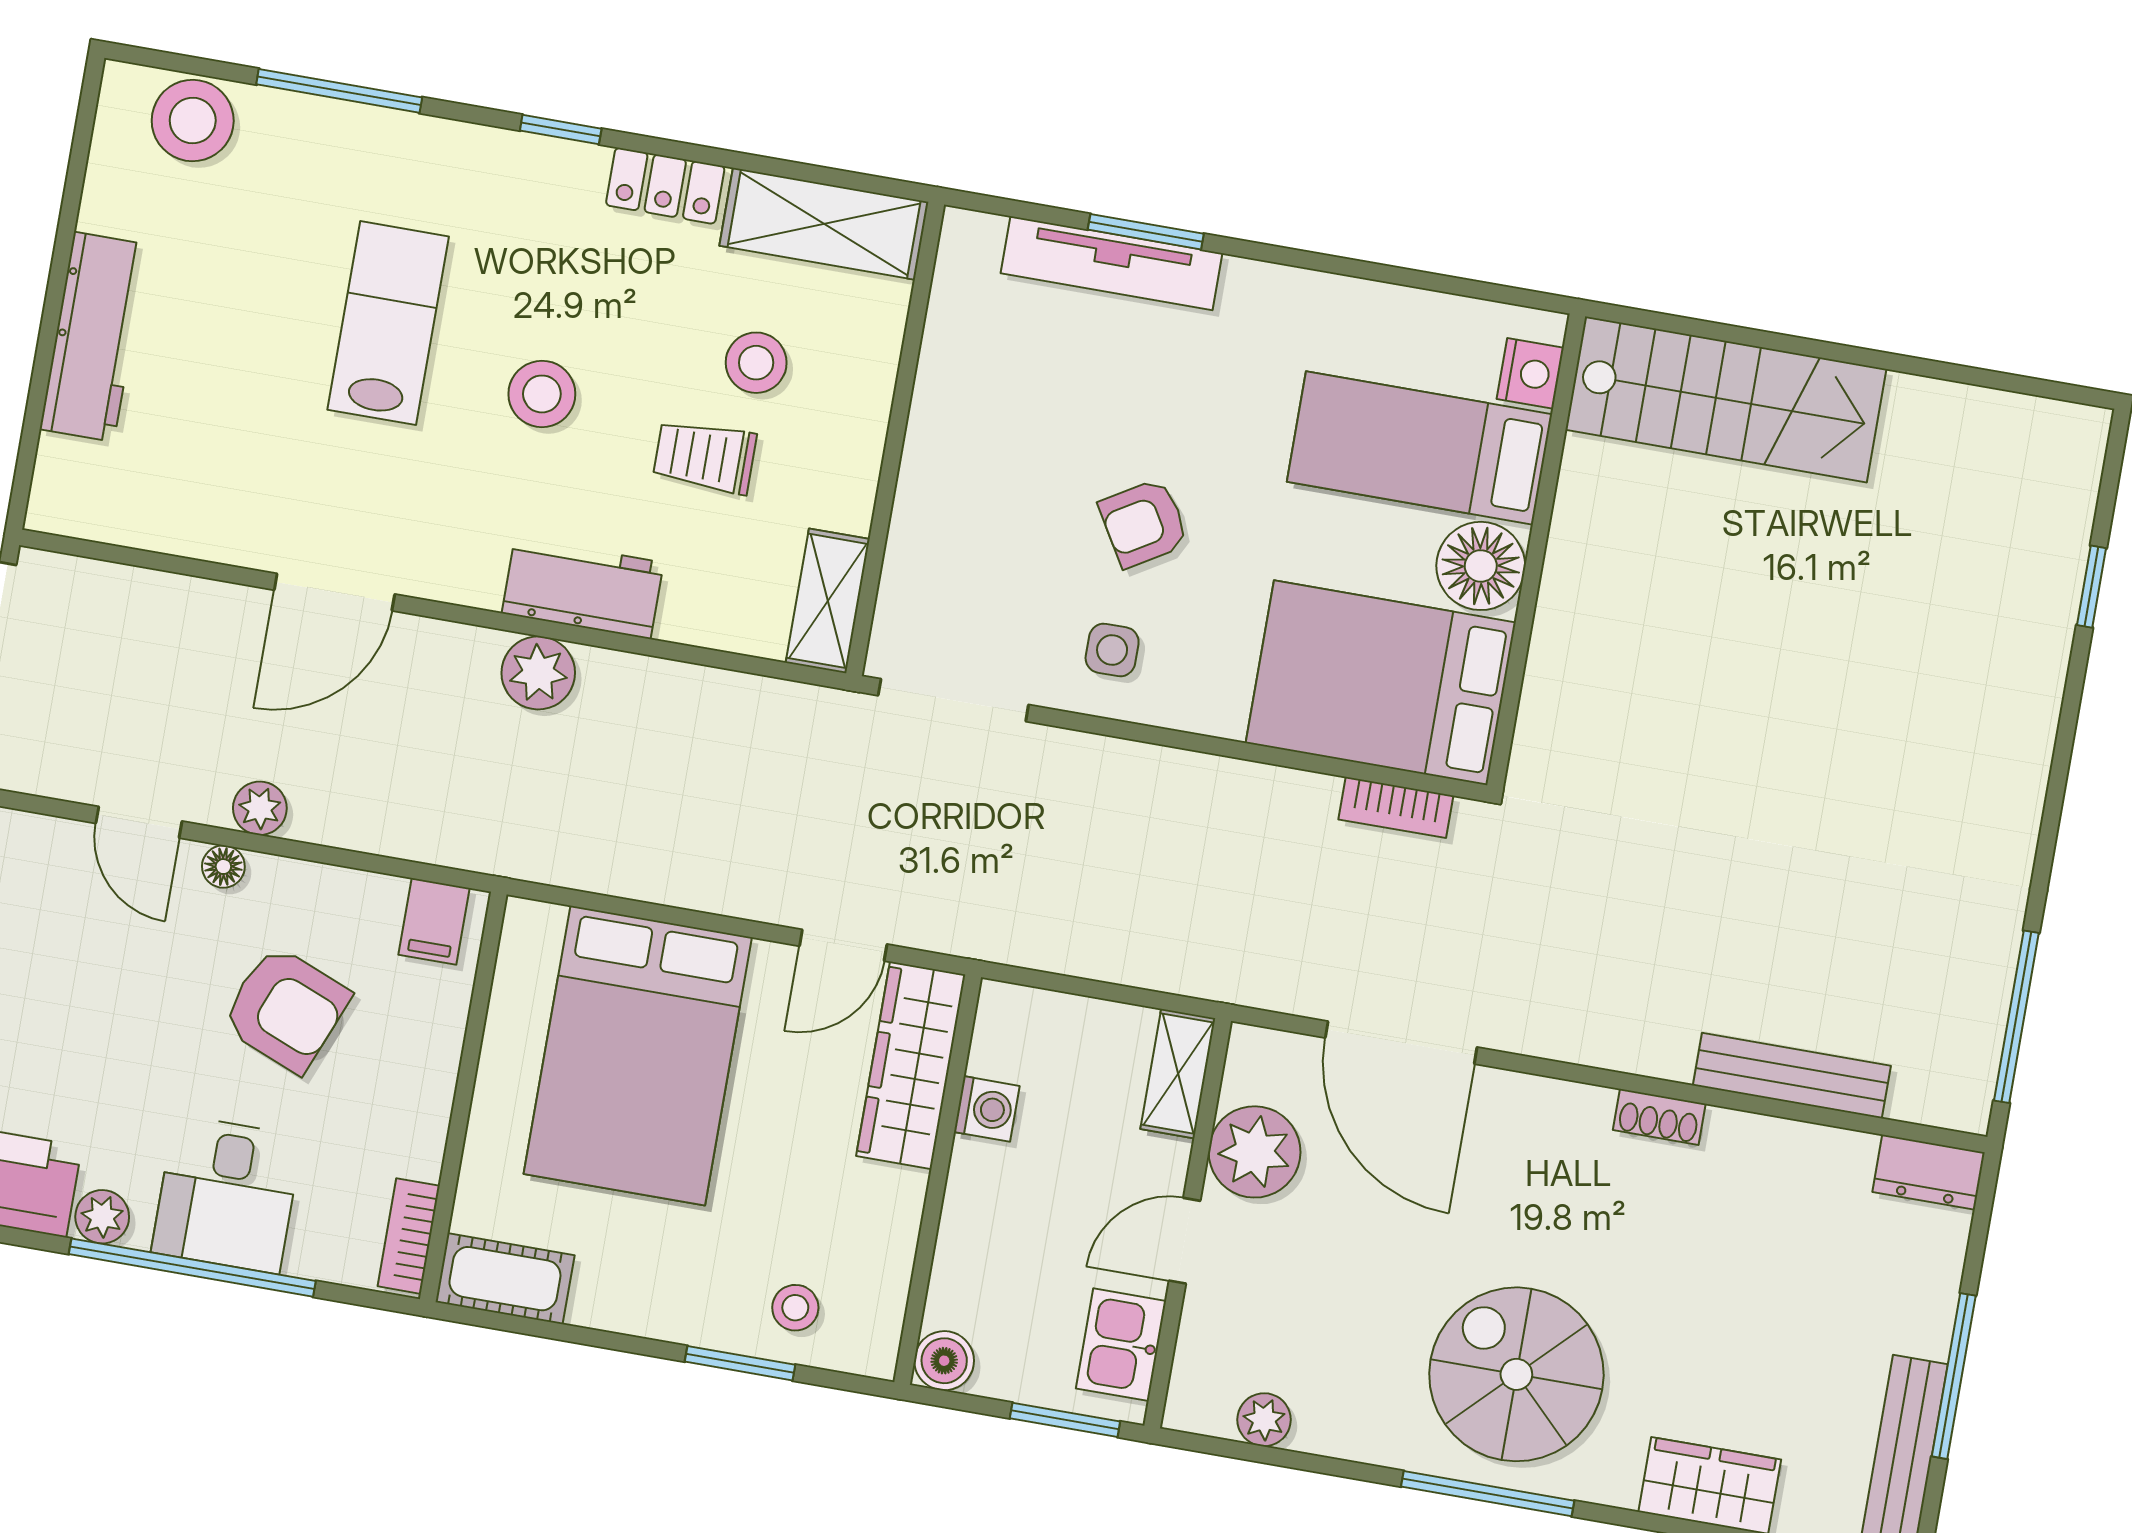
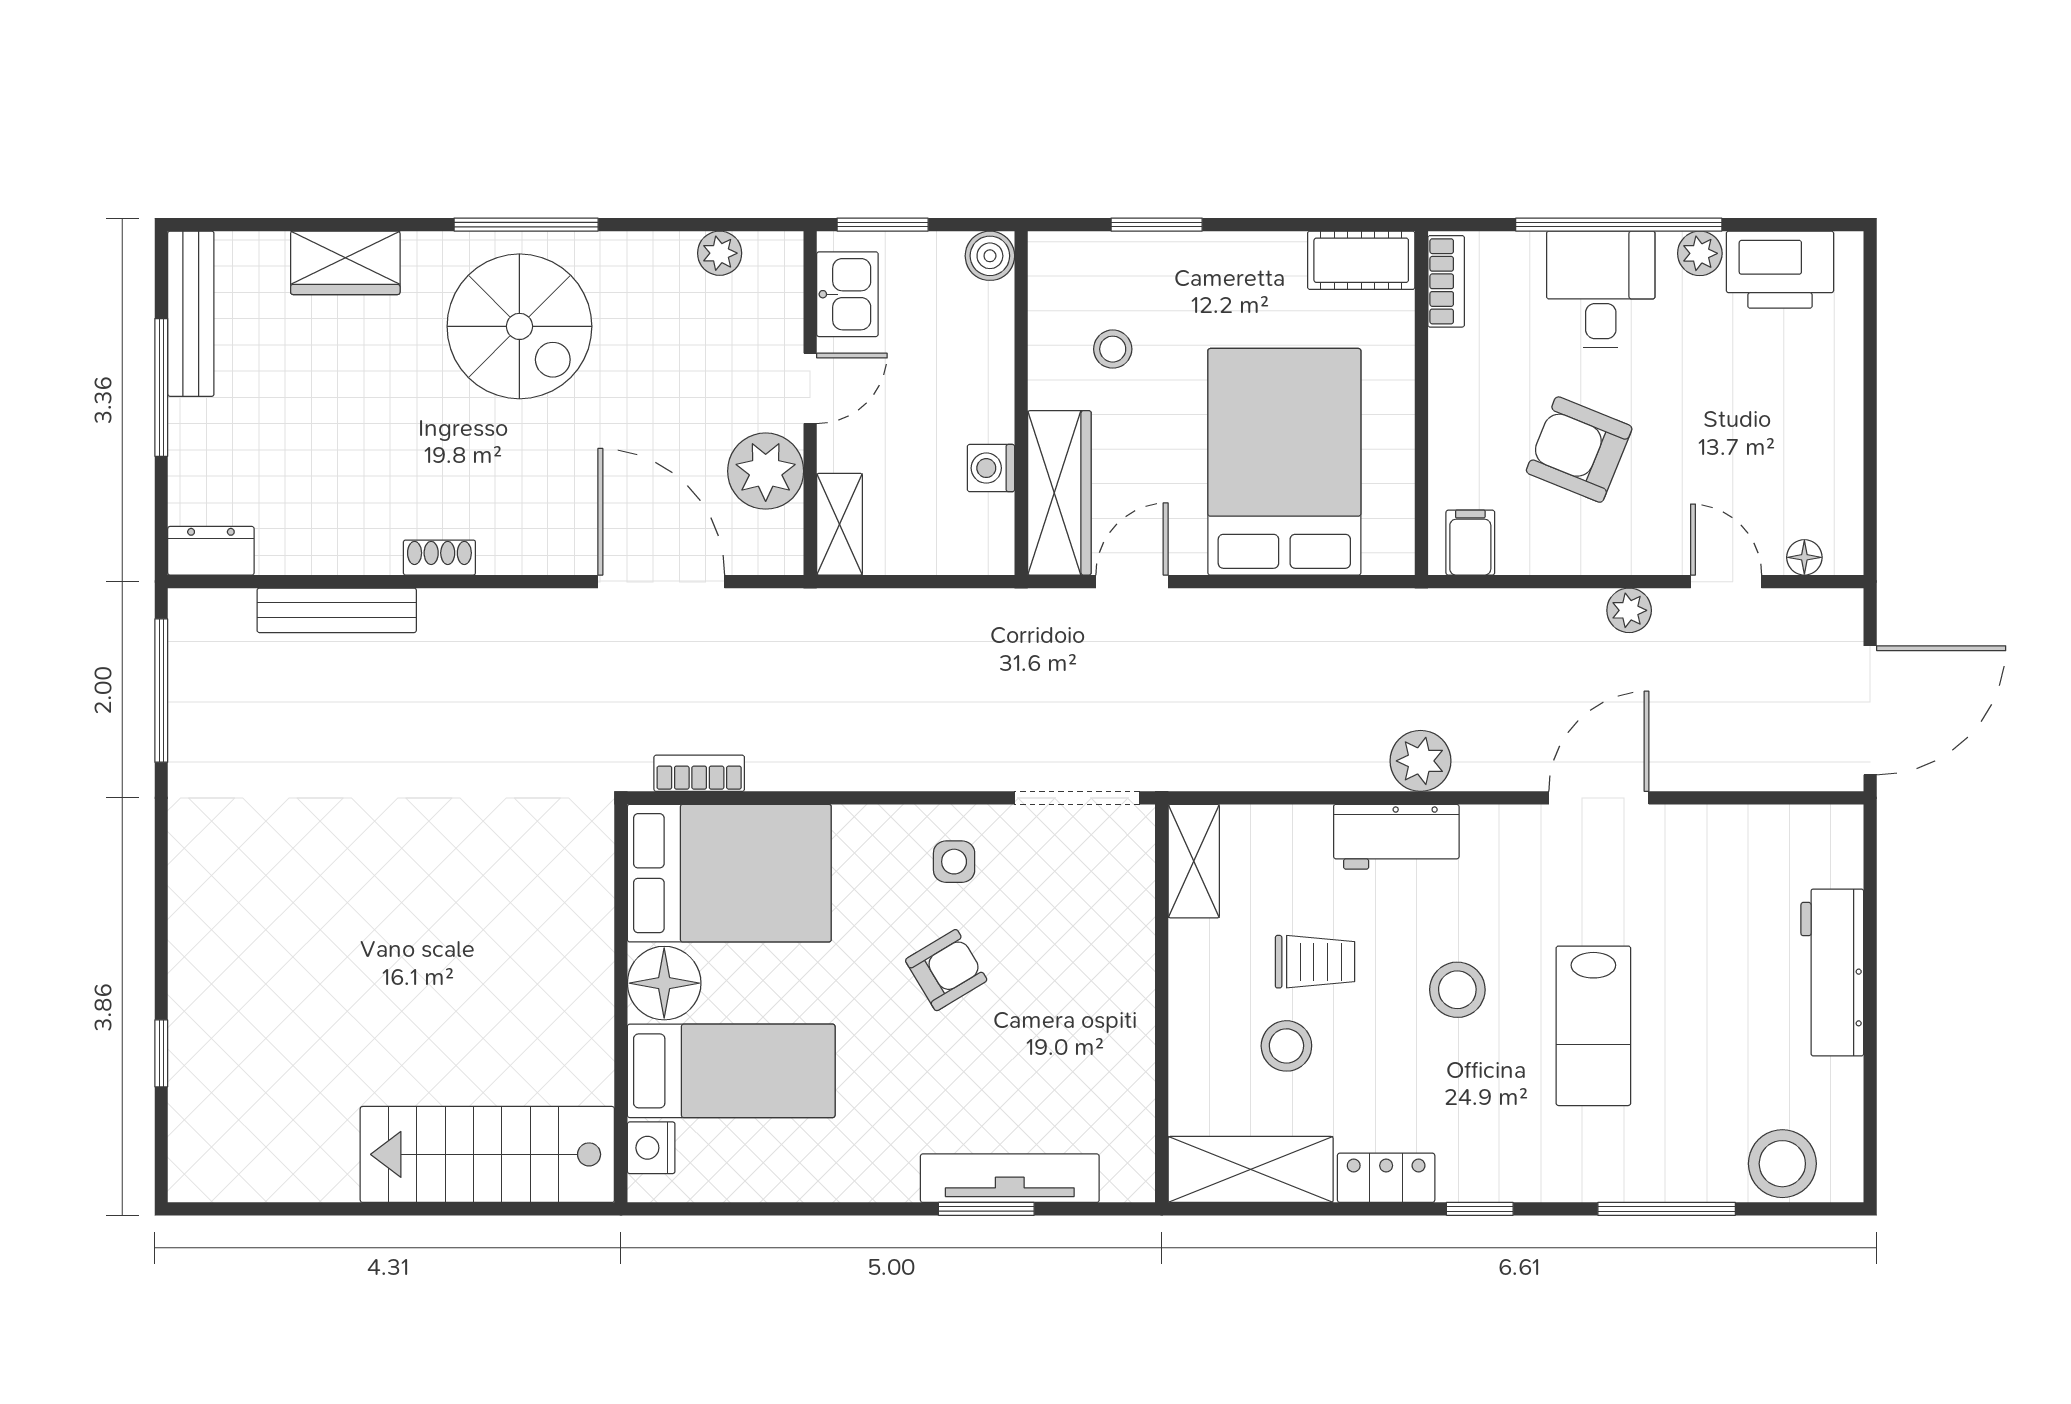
floor lamp: (223, 867) -> (1804, 557), moved
stool: (795, 1308) -> (1113, 349), moved

